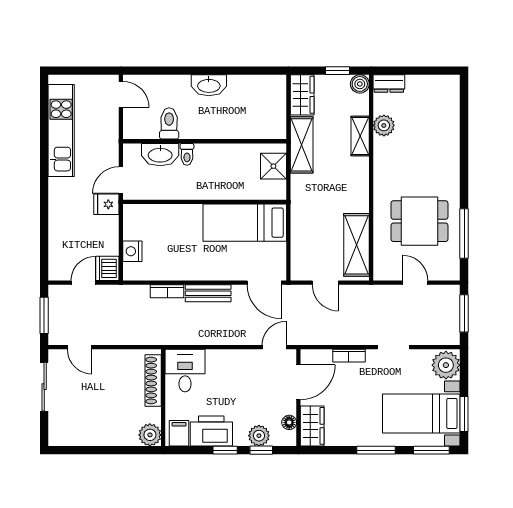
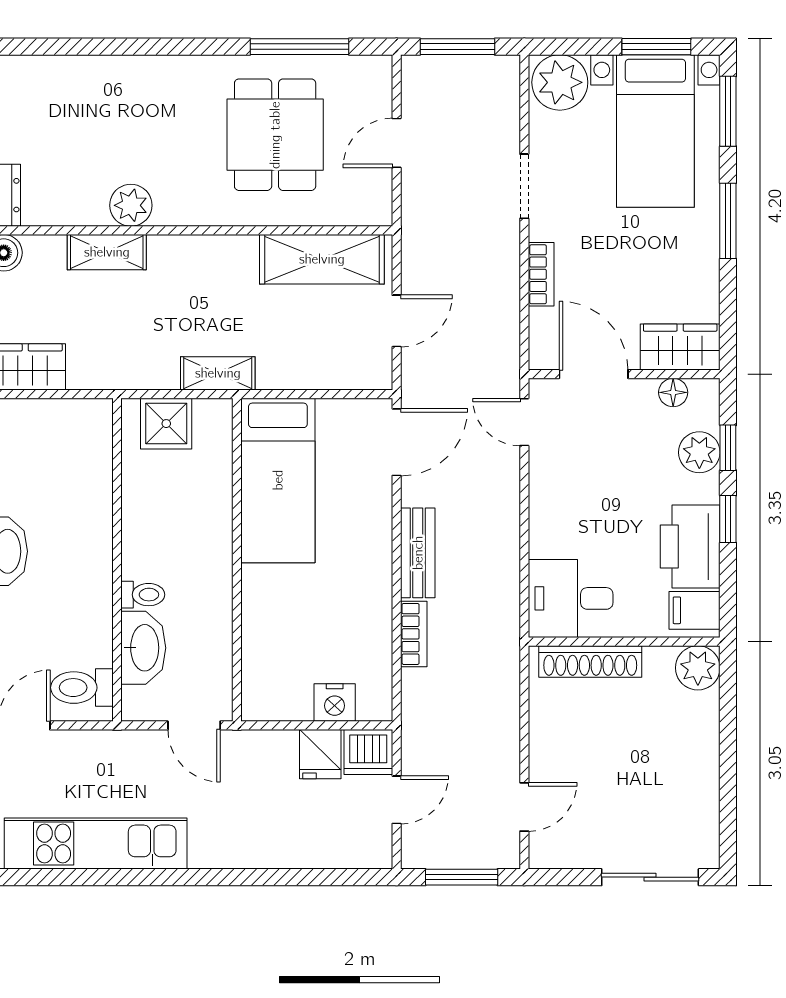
toilet: (169, 123) -> (82, 688), moved
plant: (384, 125) -> (131, 205), moved
shelving: (302, 145) -> (218, 373), moved, width x0.67, depth x0.75
fridge: (106, 204) -> (320, 754), moved
door: (83, 283) -> (397, 800), swing flipped
sliding door: (44, 387) -> (650, 877), moved

